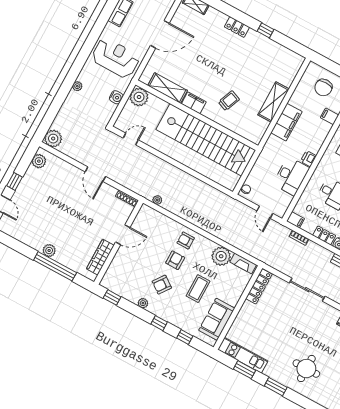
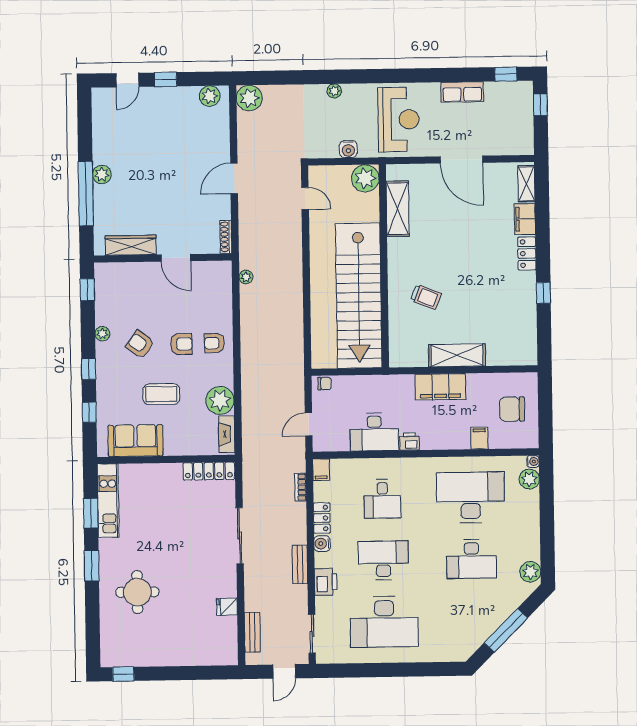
filing cabinet: (194, 103) -> (525, 219), moved, turned 180
armchair: (186, 240) -> (214, 343), turned -90

